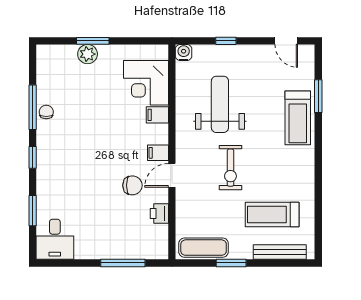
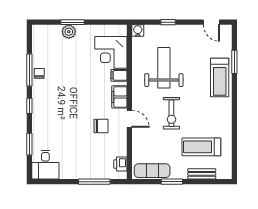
filing cabinet: (158, 153) -> (119, 97), width x2.00
door: (172, 175) -> (129, 119), swing flipped
printer: (159, 214) -> (120, 164), moved
bench: (280, 252) -> (202, 174), width x0.73

